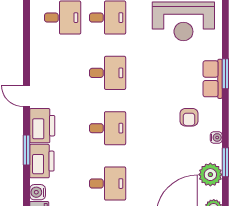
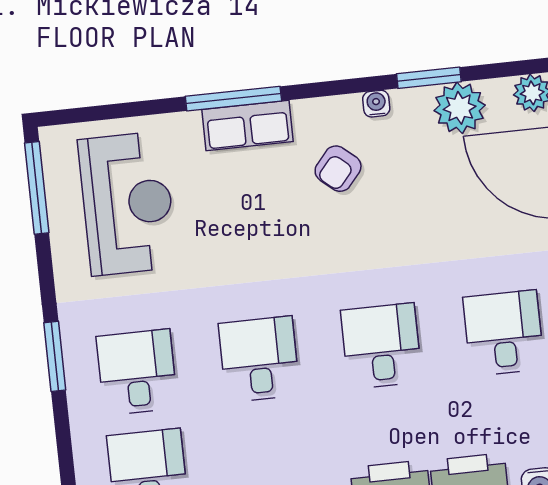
window: (225, 74) -> (233, 99), width x1.44
armchair: (189, 117) -> (338, 169), turned 130

